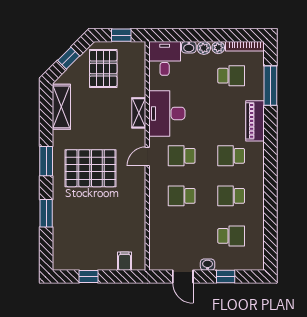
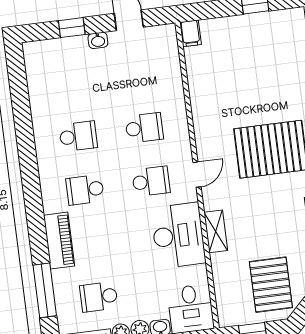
school desk: (231, 156) -> (85, 190), turned 180
school desk: (231, 236) -> (71, 83), removed
filing cabinet: (125, 261) -> (190, 33), moved

